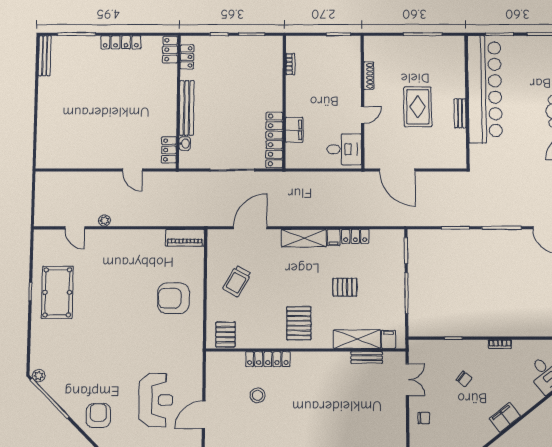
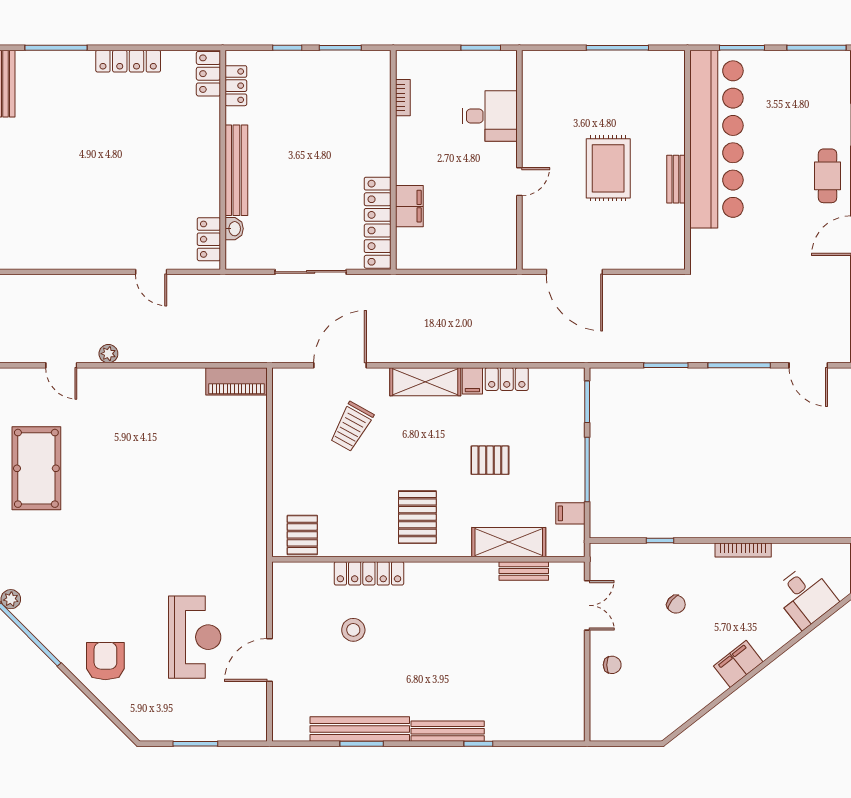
shoe rack: (369, 76) -> (530, 117), removed
desk: (344, 149) -> (490, 116), moved
trolley: (237, 281) -> (352, 427), moved
armchair: (173, 298) -> (220, 478), removed
filing cabinet: (388, 339) -> (570, 513), moved, turned -90
bookcase: (500, 344) -> (743, 550), width x1.56

